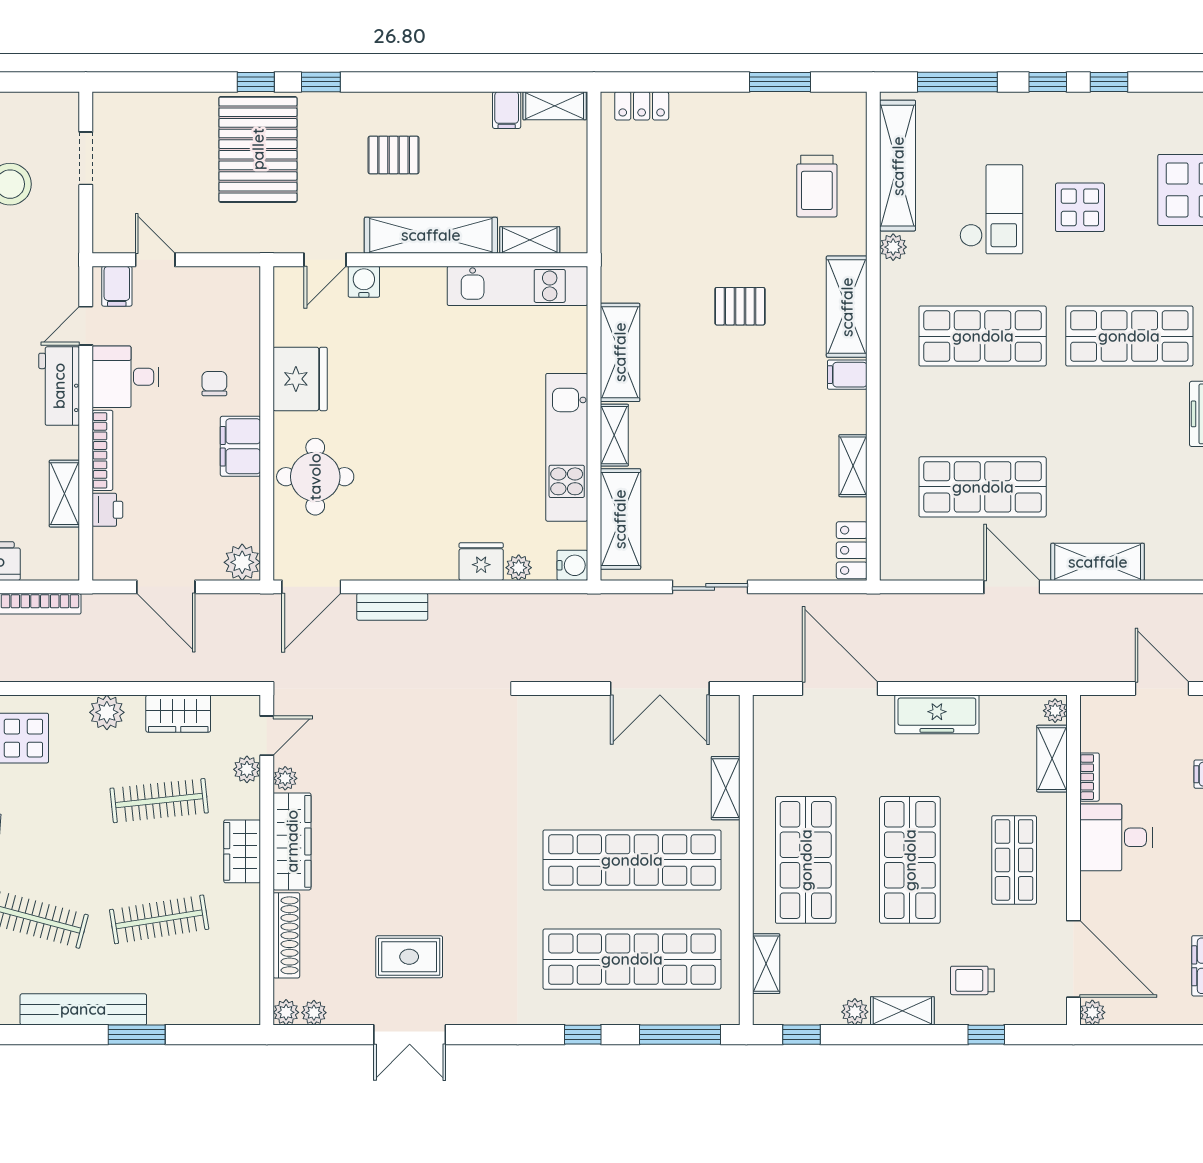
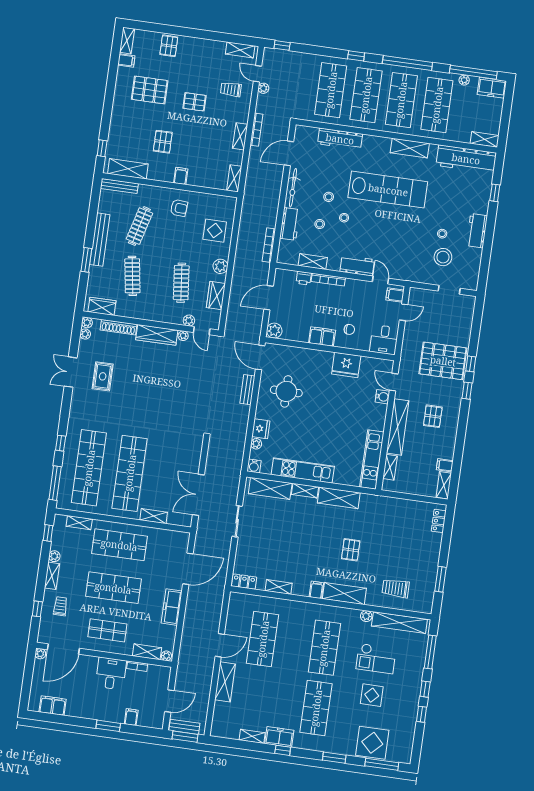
desk: (126, 377) -> (384, 340), moved, turned 180
round table: (315, 477) -> (286, 391), moved
wardrobe: (242, 851) -> (102, 306), moved

